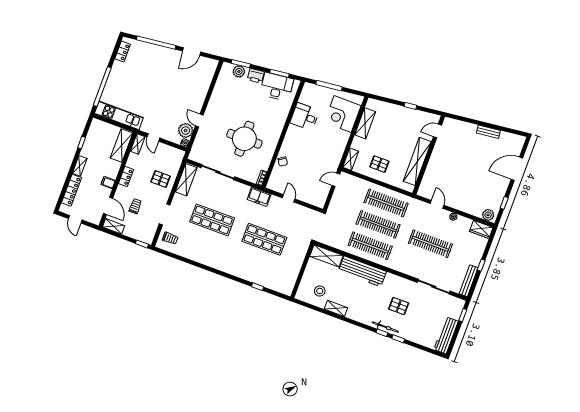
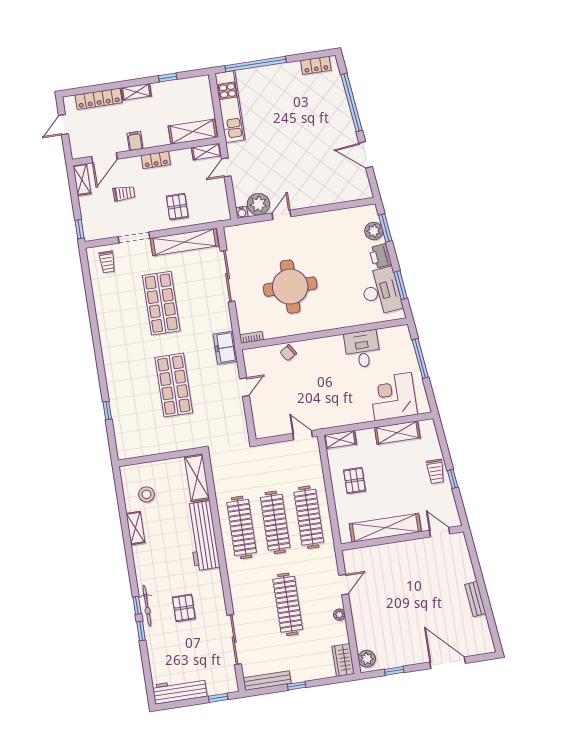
trolley: (400, 113) -> (436, 471), added
shelving: (186, 180) -> (184, 242), width x1.47

